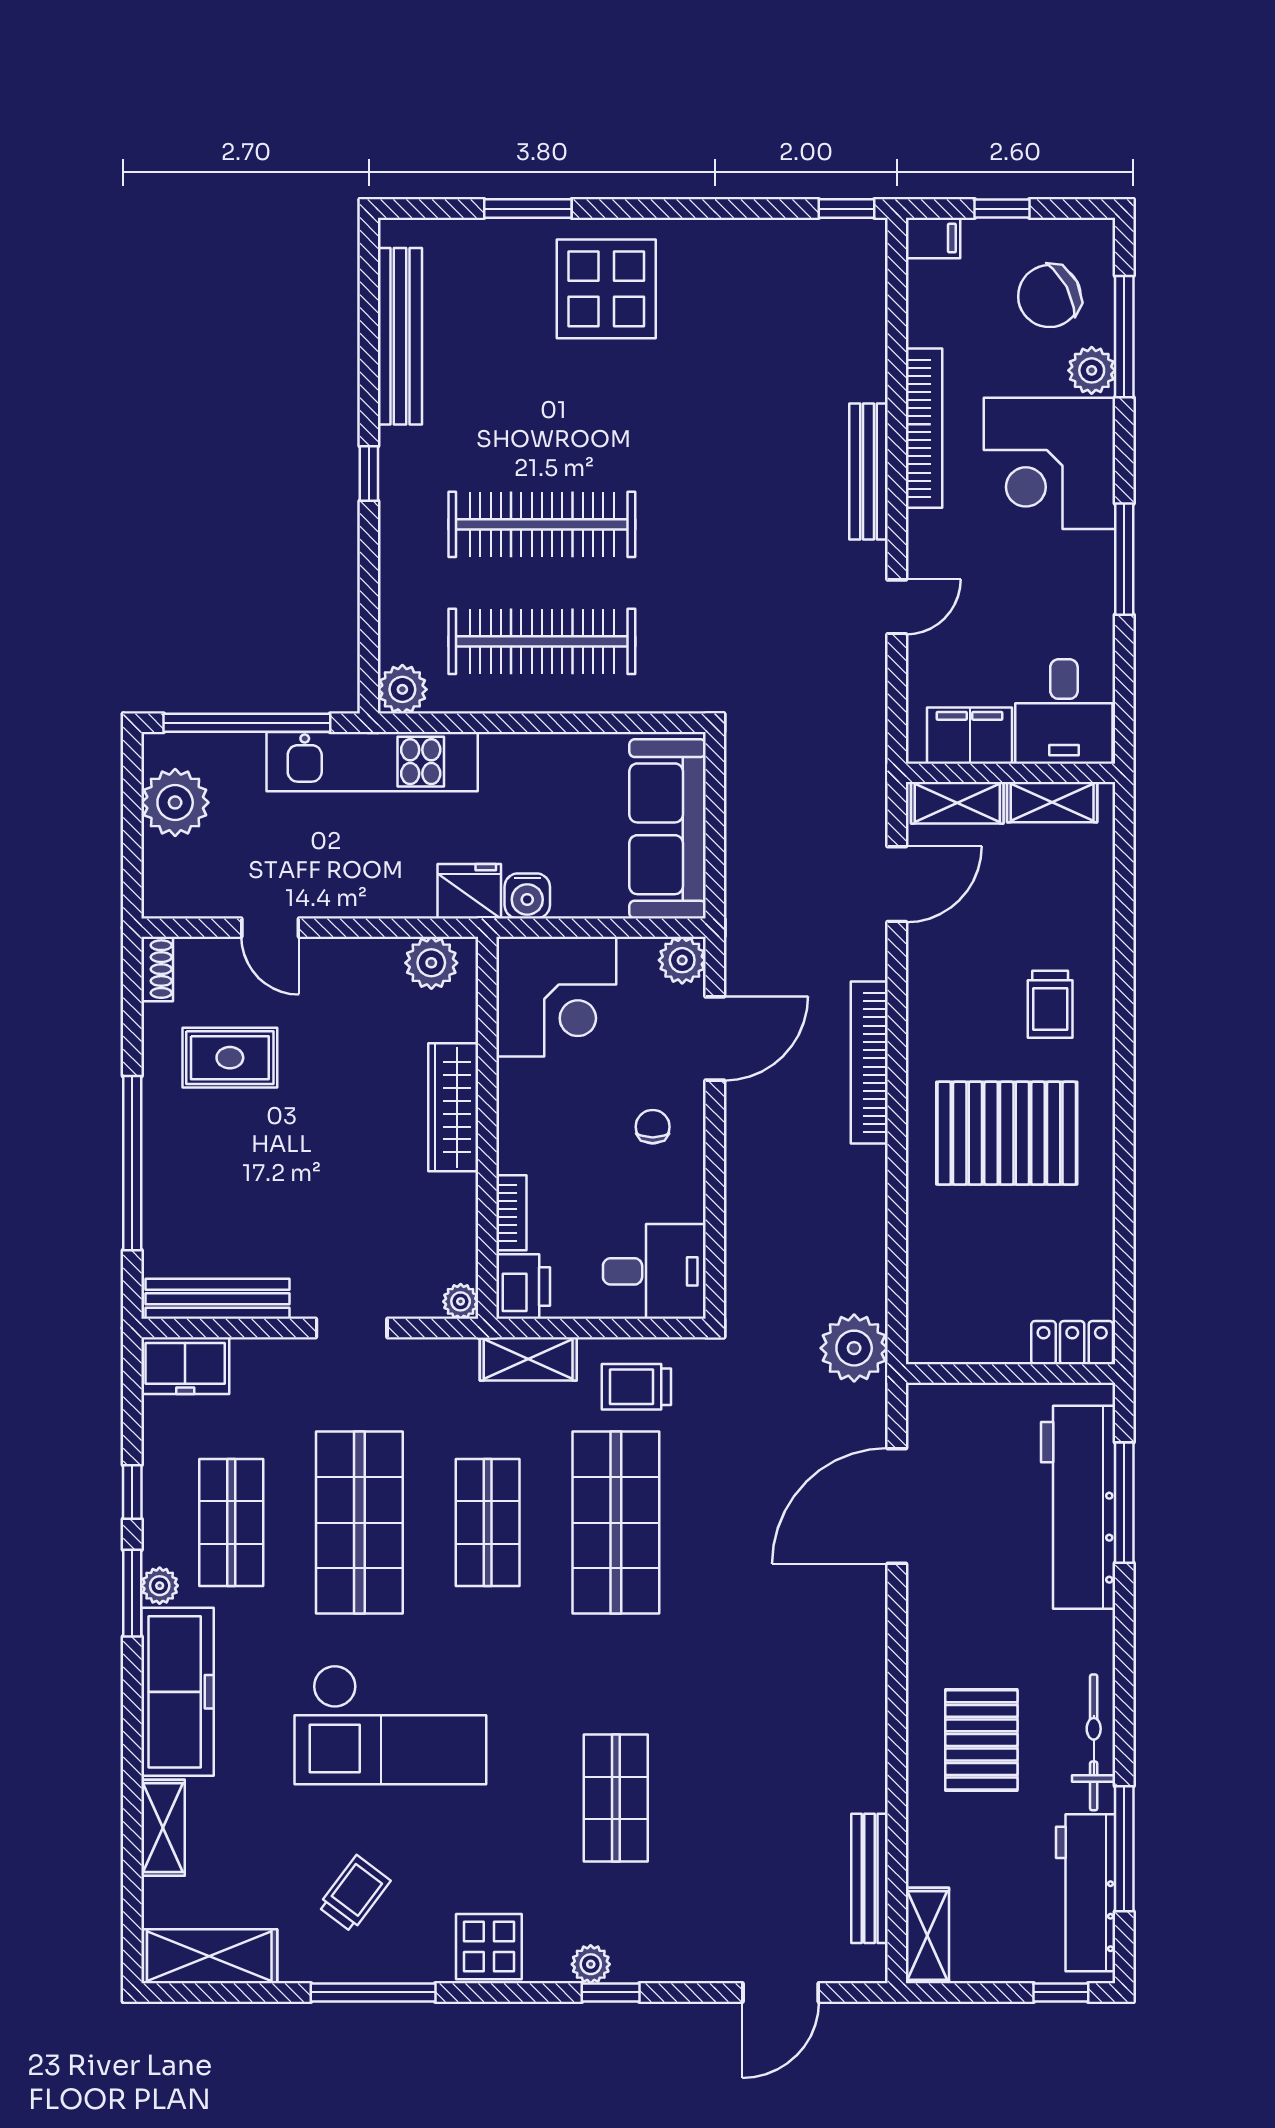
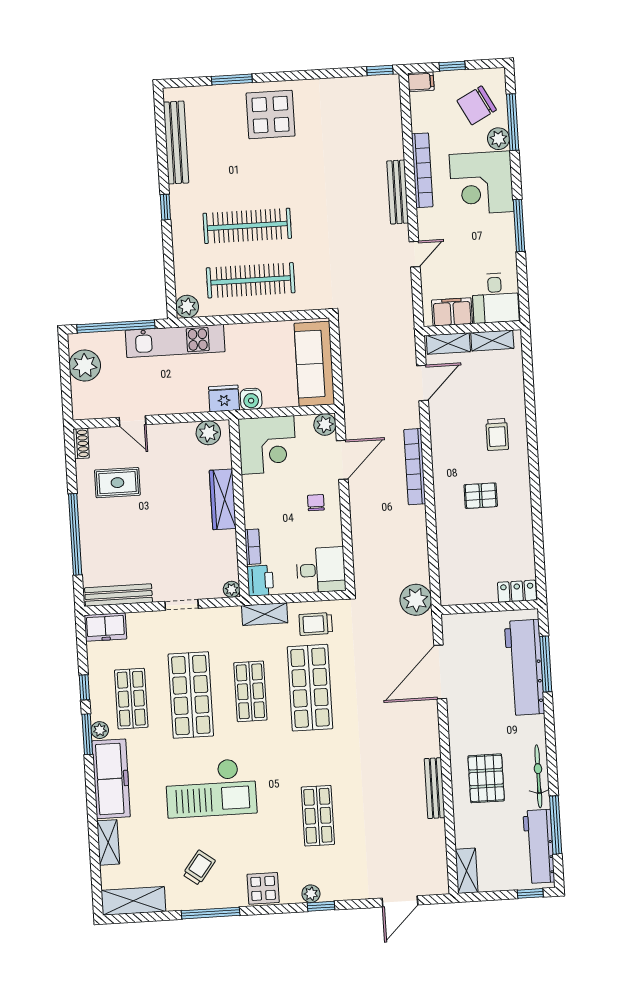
pallet: (1007, 1133) -> (481, 496), width x0.49, depth x0.50
bench: (870, 1878) -> (435, 788), moved

